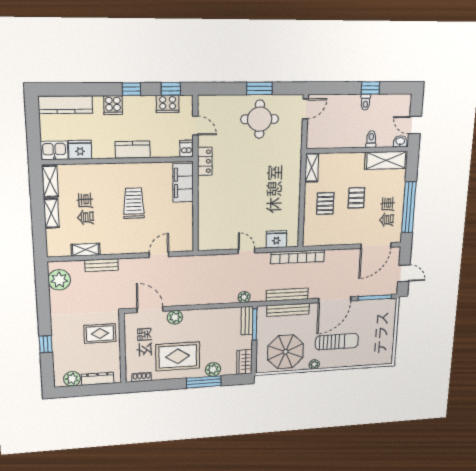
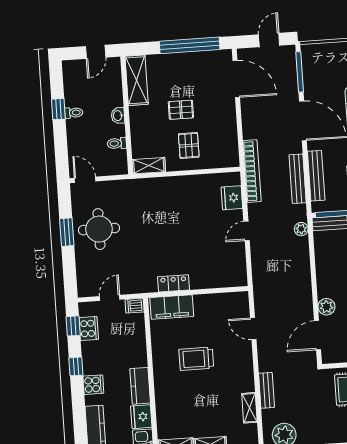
toilet: (371, 139) -> (117, 143), moved
washbasin: (400, 141) -> (118, 116), moved
kitchen counter: (133, 150) -> (140, 386), moved
locker: (205, 161) -> (173, 283), moved
pallet: (325, 204) -> (189, 145), turned 90

